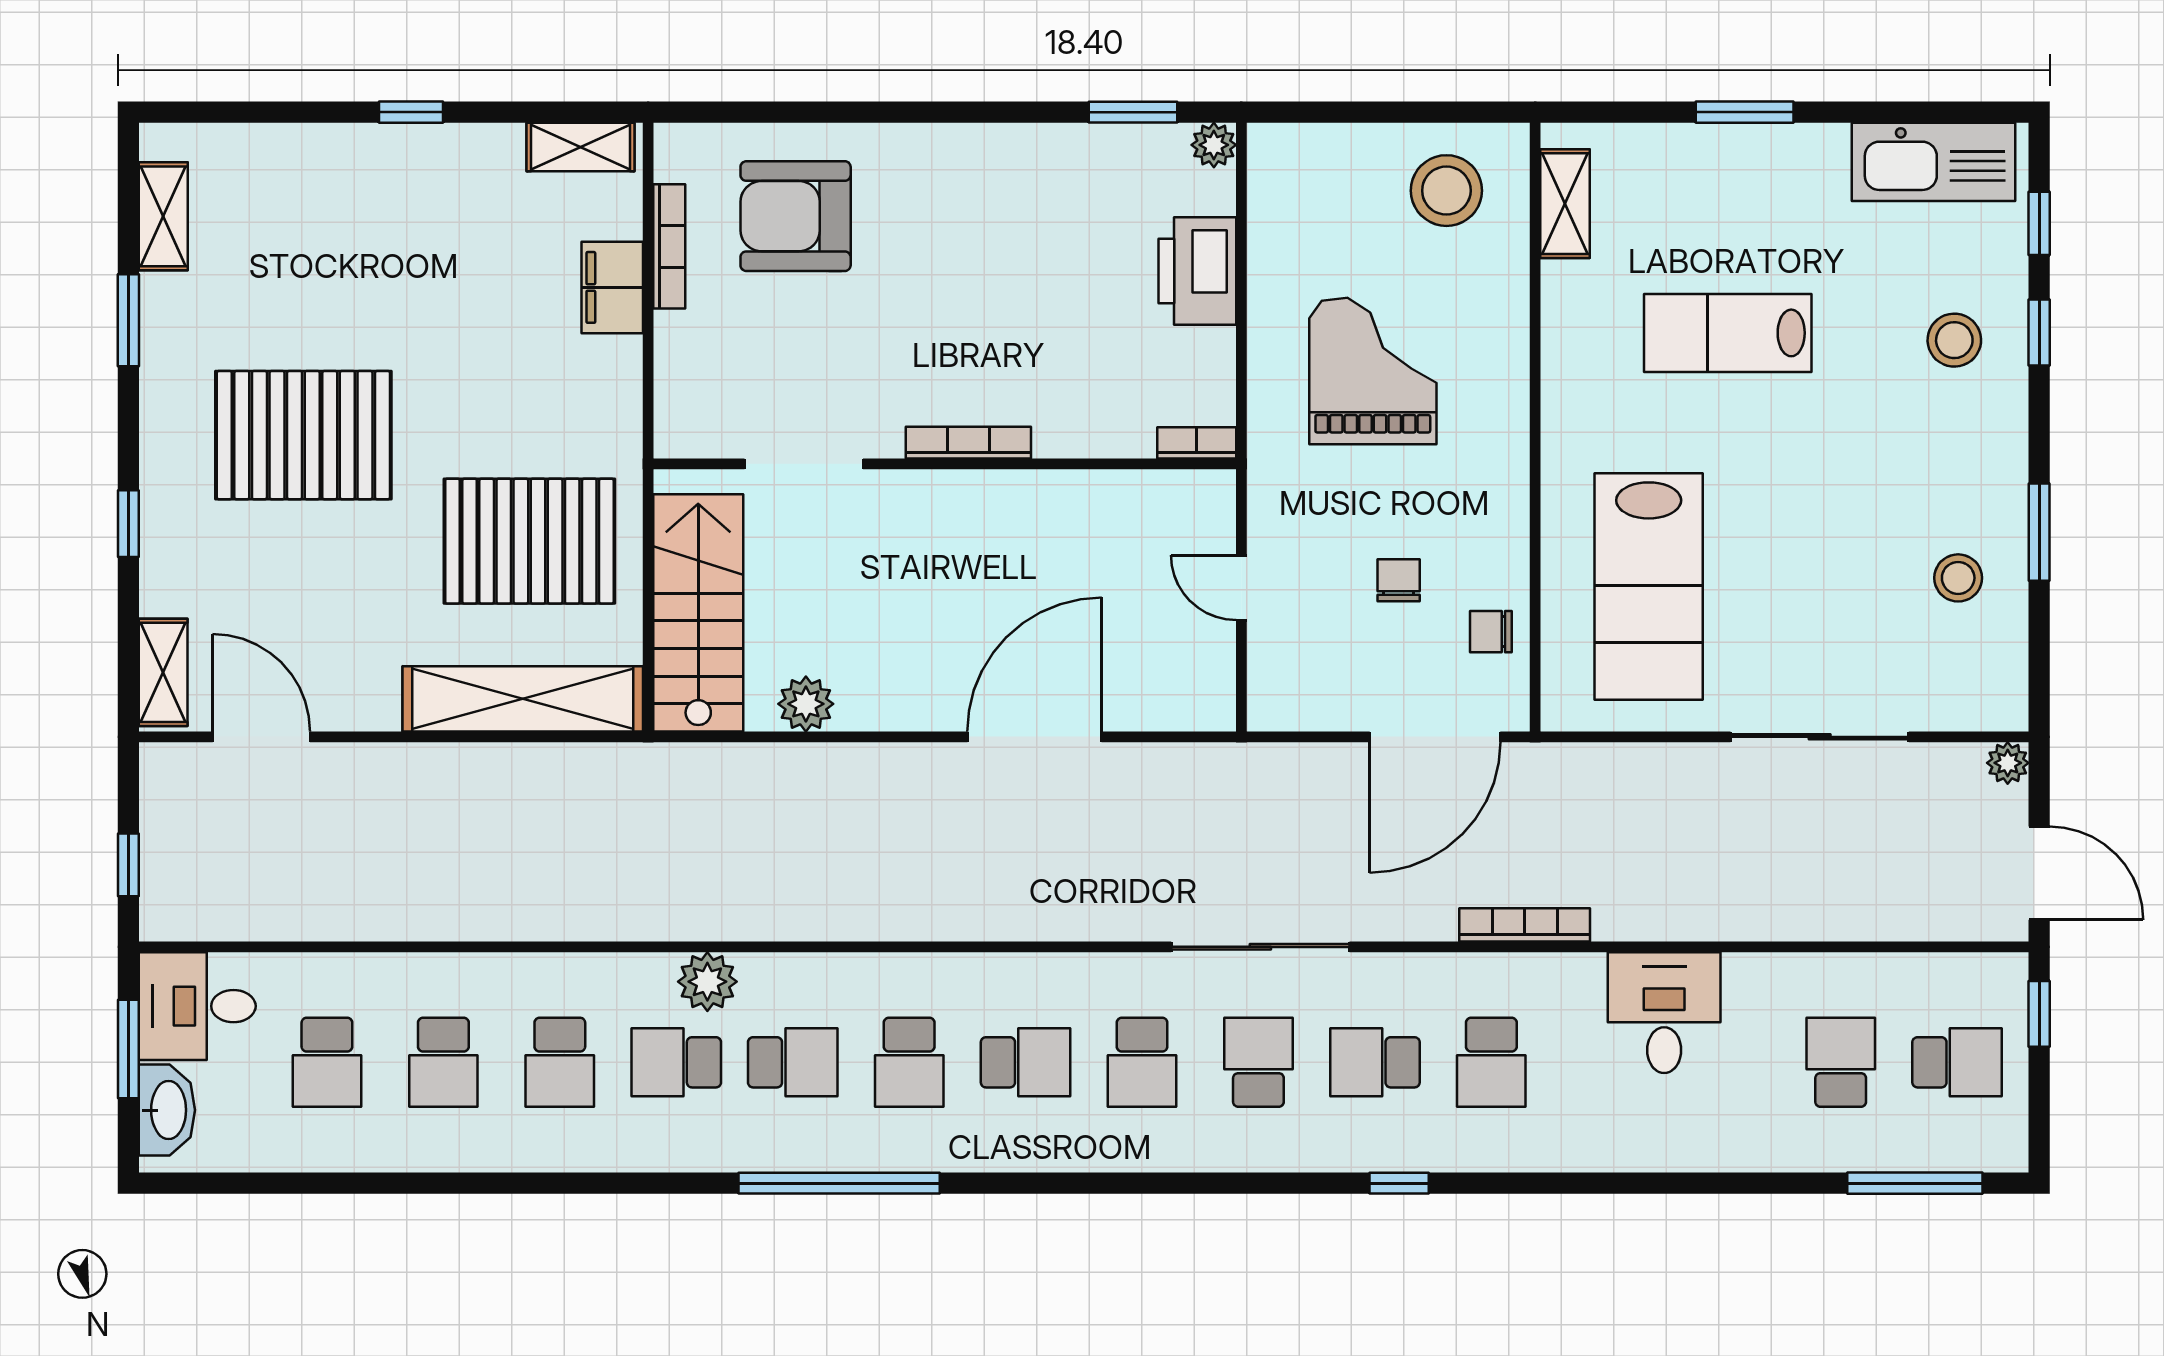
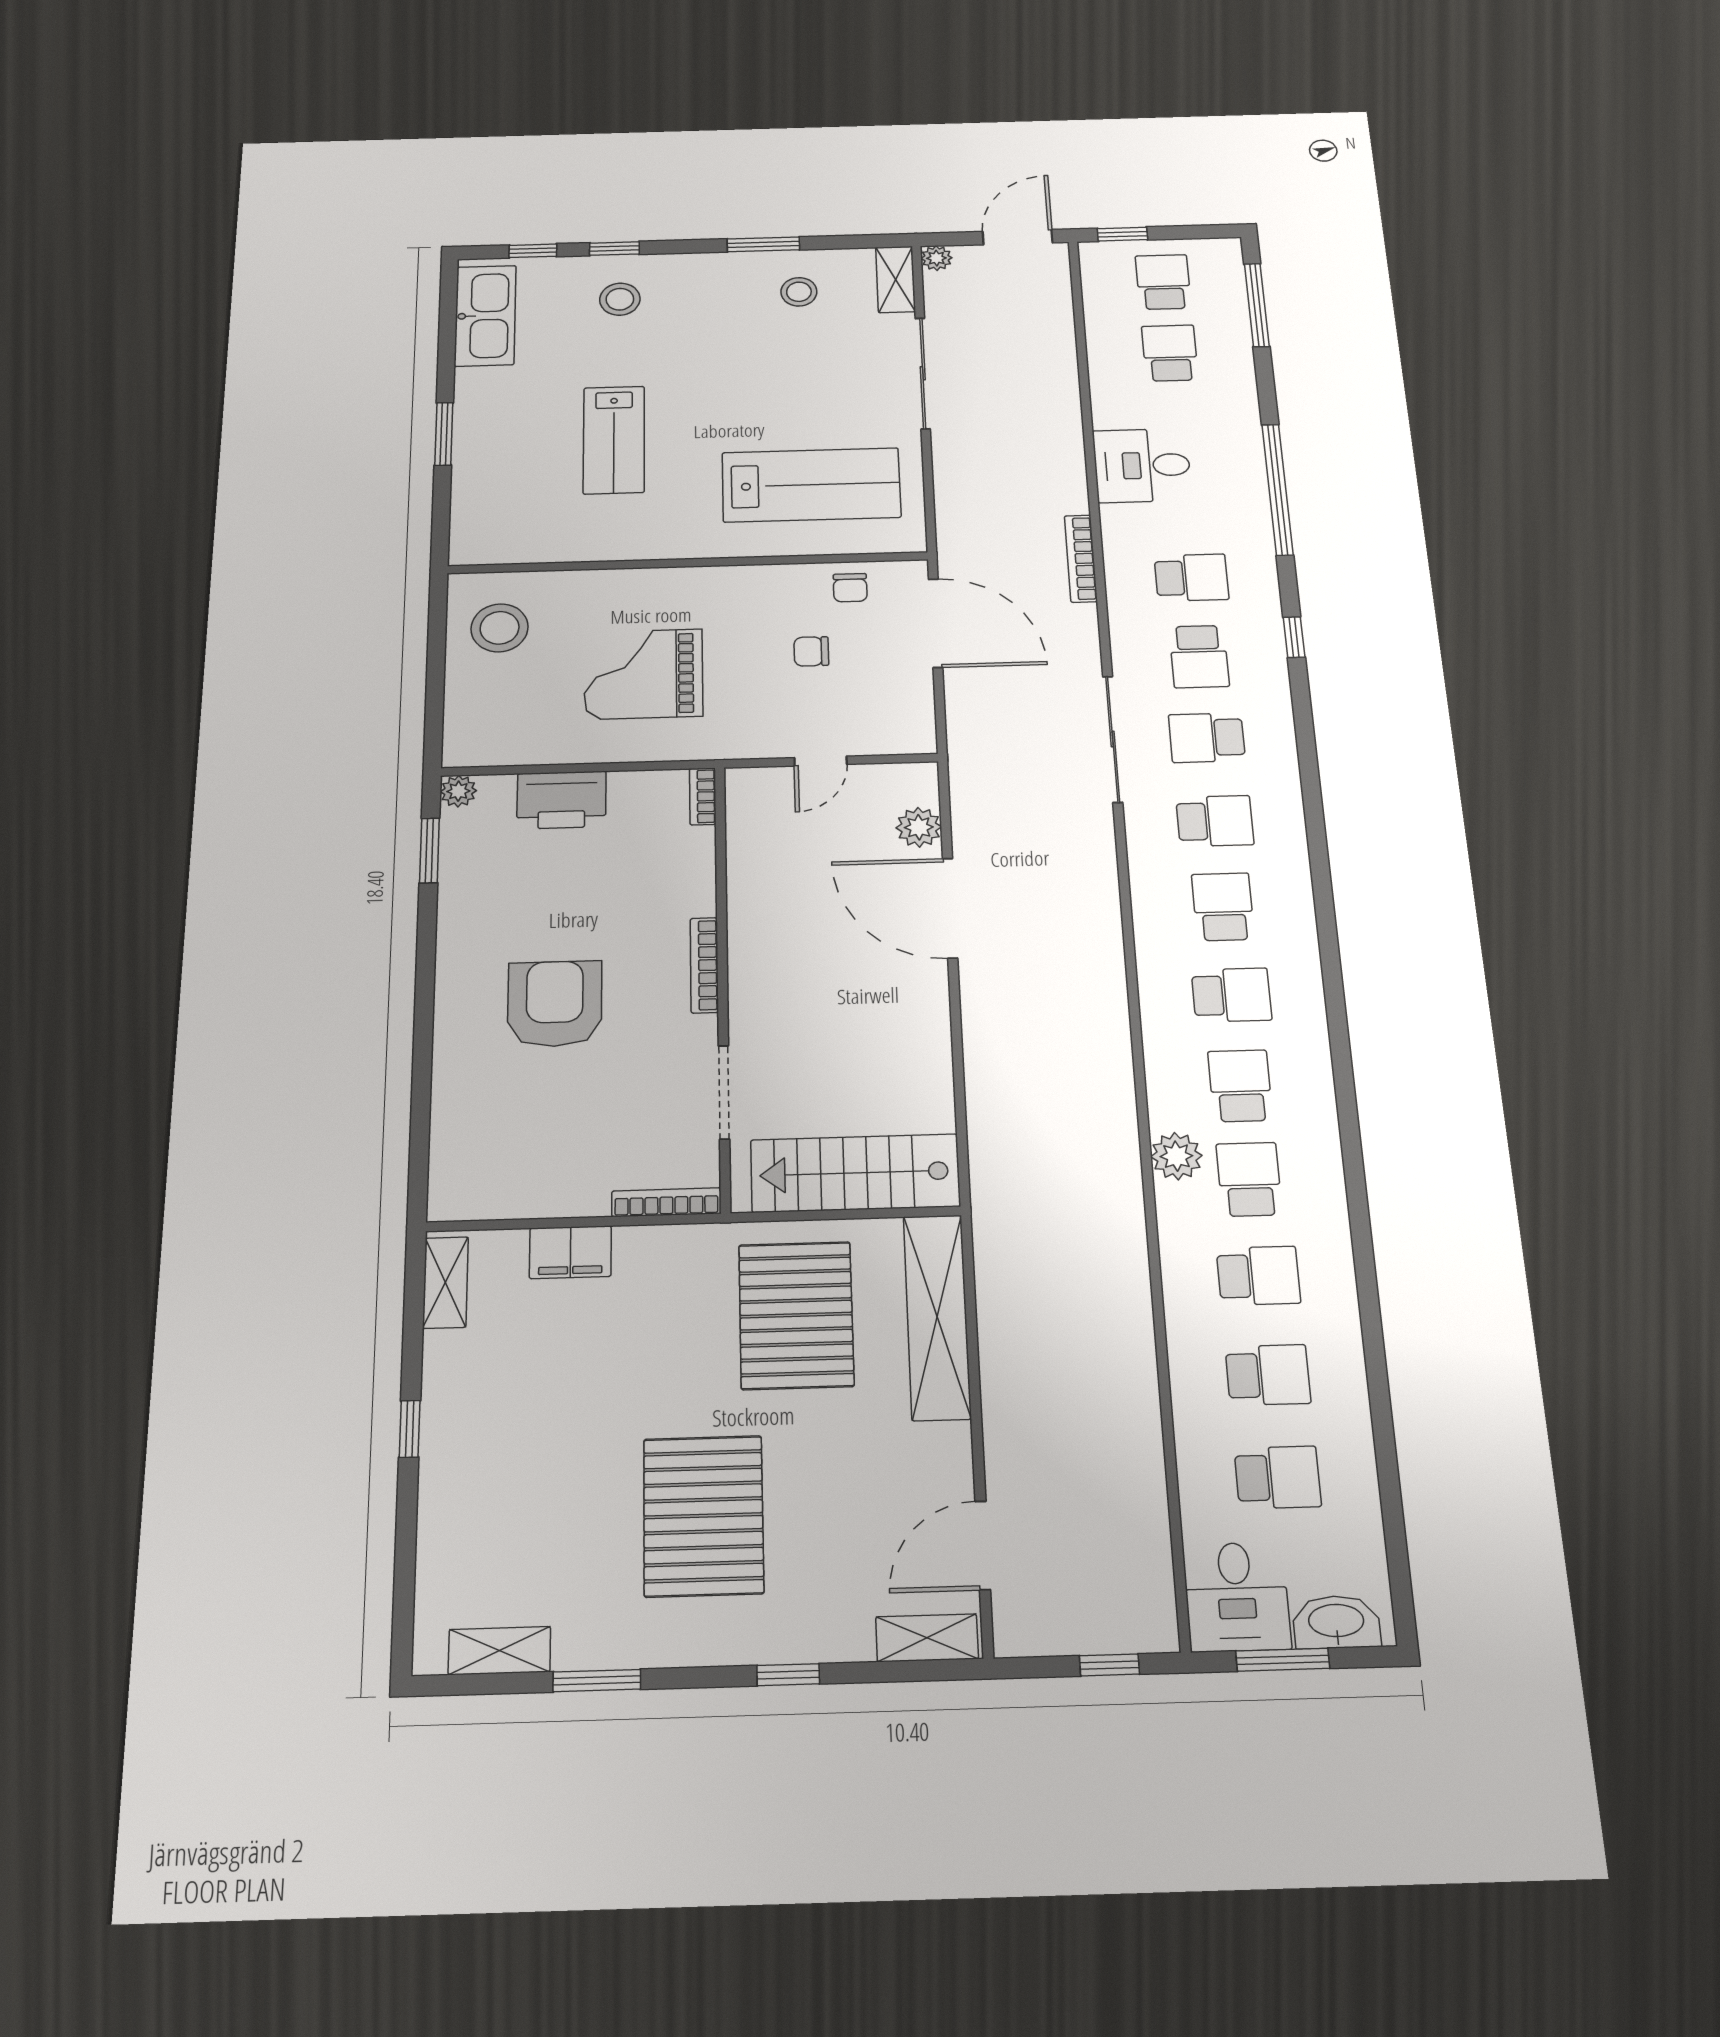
shelving: (1565, 204) -> (896, 279), moved, turned 90
armchair: (796, 216) -> (555, 1004), moved, turned 180
bookcase: (669, 246) -> (666, 1202), moved
plant: (806, 704) -> (919, 827), moved
school desk: (676, 1062) -> (1249, 1179), turned 180
school desk: (1841, 1062) -> (1170, 353), turned 90
window: (839, 1183) -> (1278, 489), moved

